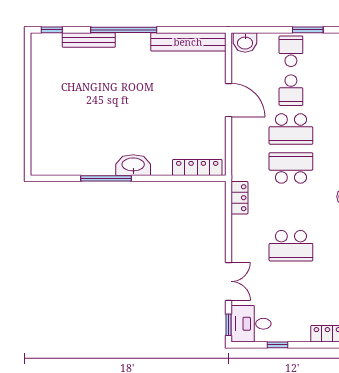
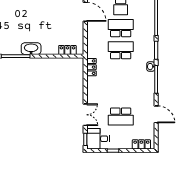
school desk: (291, 129) -> (121, 28), turned 180
locker: (197, 167) -> (67, 50), width x0.66
school desk: (291, 246) -> (121, 116), moved

